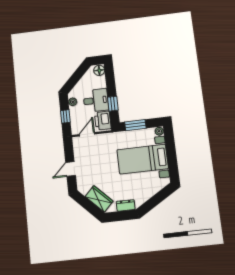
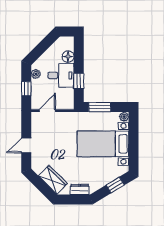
floor lamp: (99, 70) -> (68, 57), moved
printer: (103, 121) -> (66, 98), removed
window: (159, 197) -> (115, 185), added

